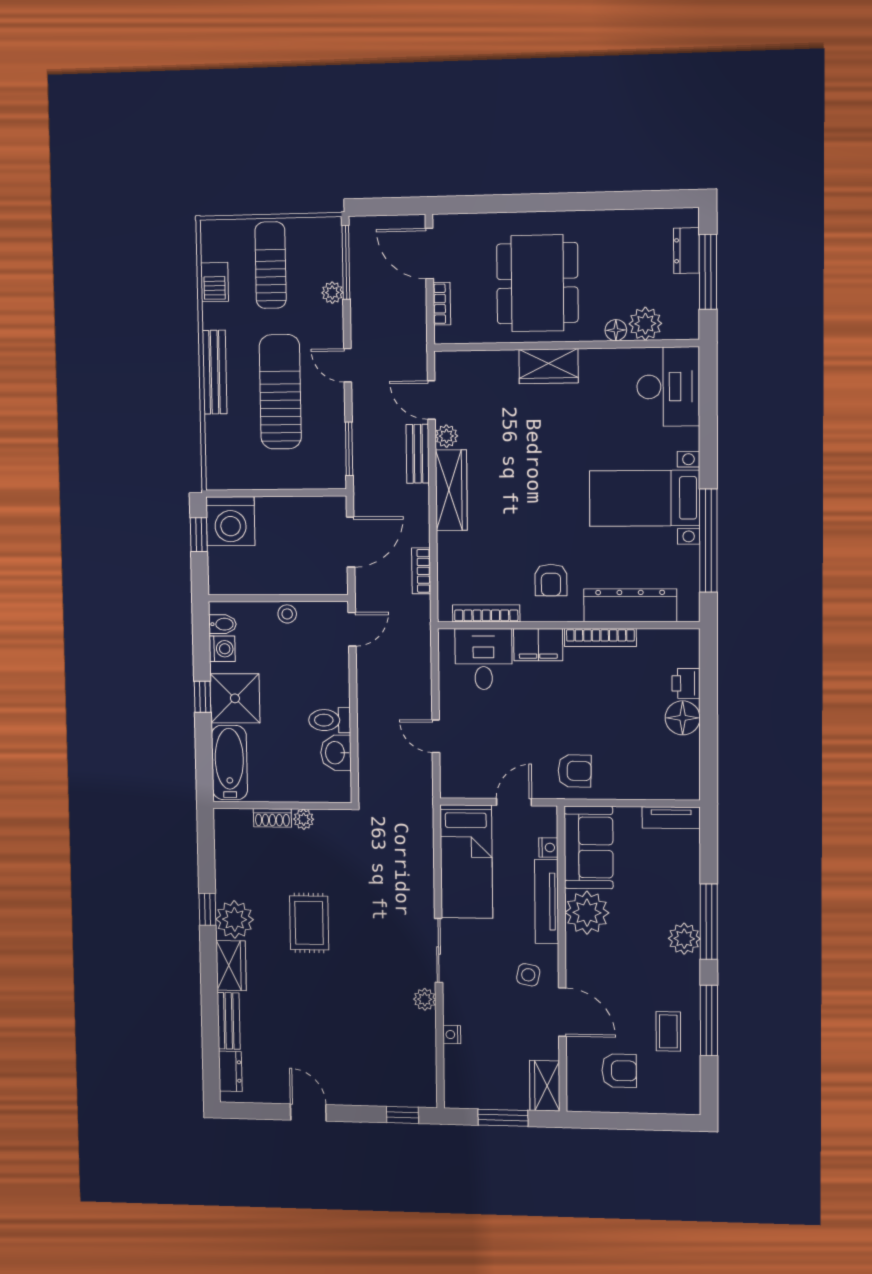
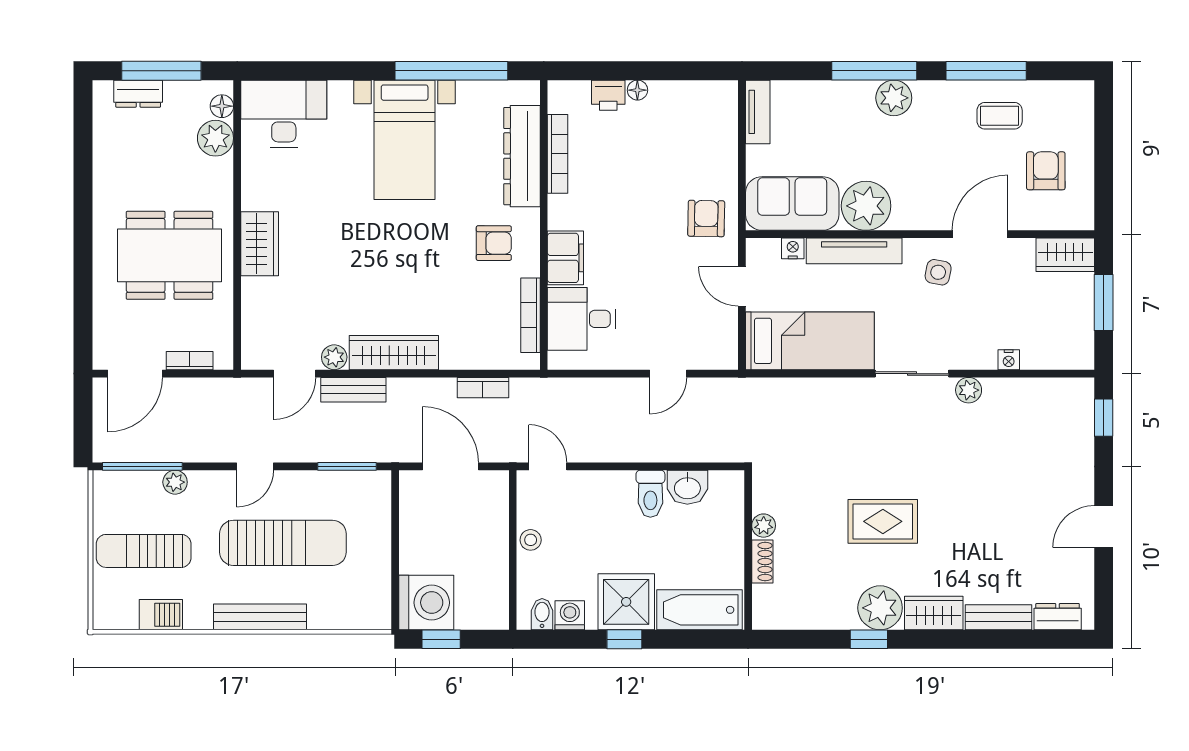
floor lamp: (616, 330) -> (222, 106), moved
sun lounger: (280, 392) -> (283, 543), turned 180
bookcase: (600, 638) -> (558, 154), moved
floor lamp: (683, 718) -> (637, 90), width x0.53, depth x0.53

